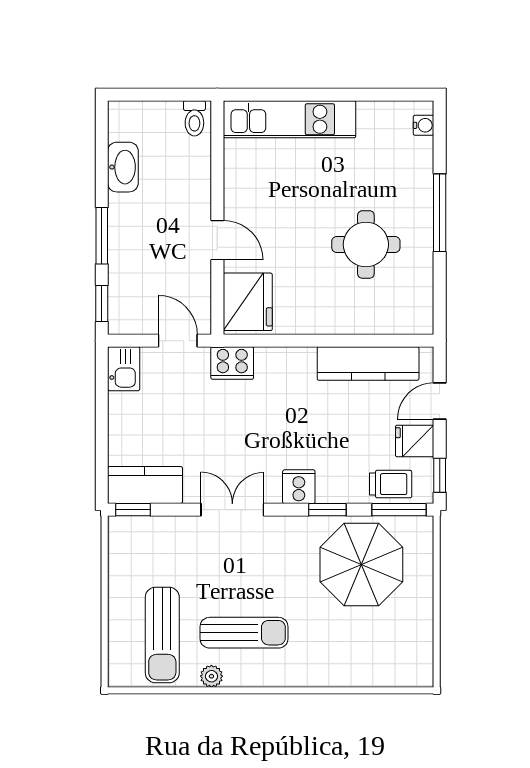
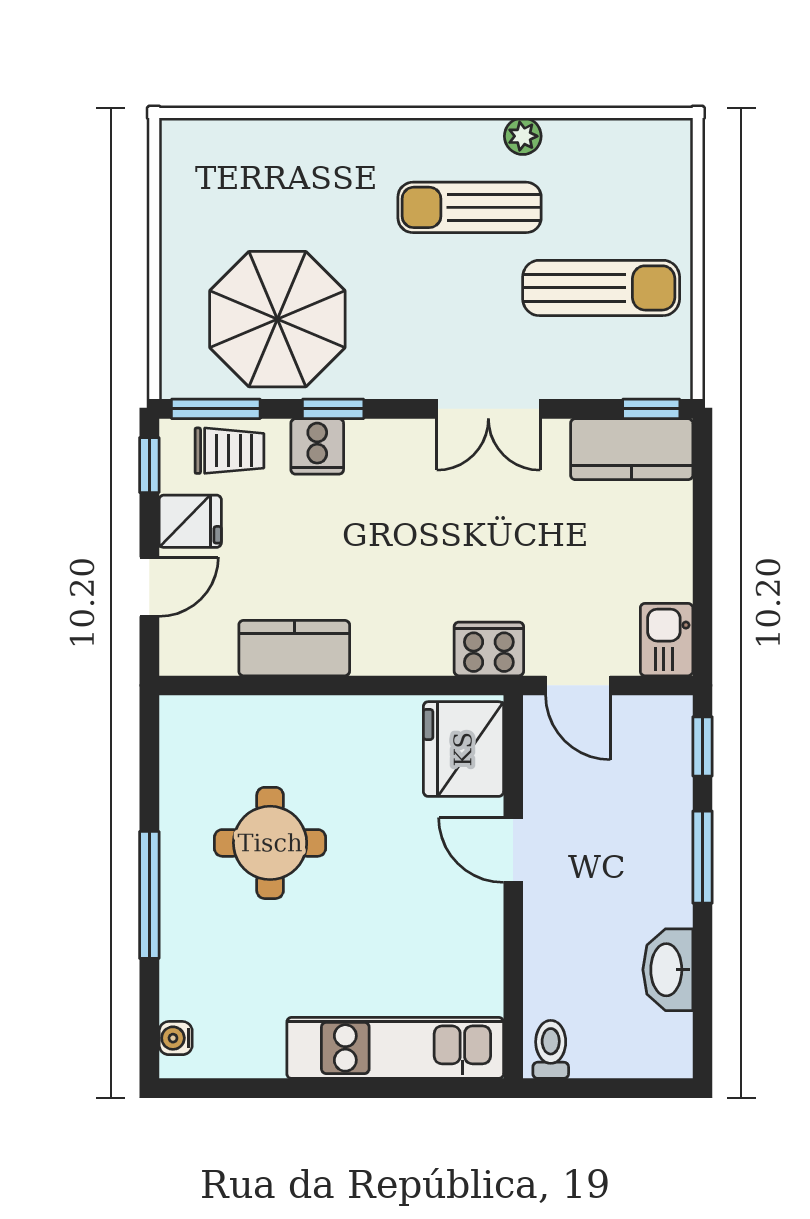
kitchen counter: (368, 364) -> (294, 648), width x0.67
trolley: (391, 484) -> (229, 451), turned 180
cooker: (299, 487) -> (317, 446), moved
sun lounger: (162, 635) -> (601, 288), moved, turned 90

